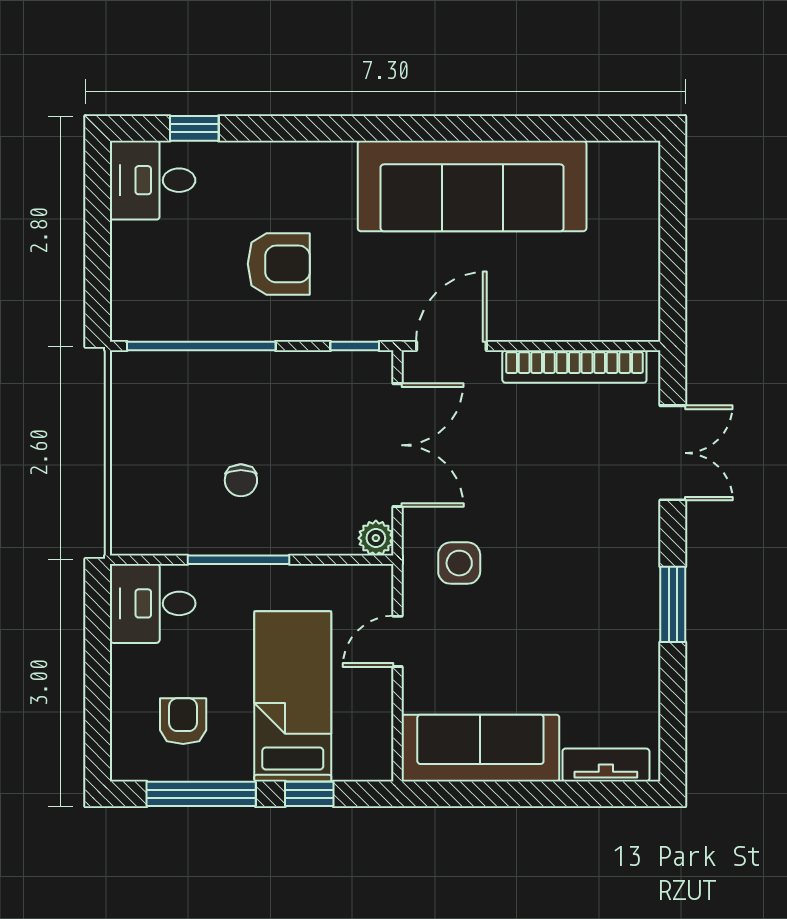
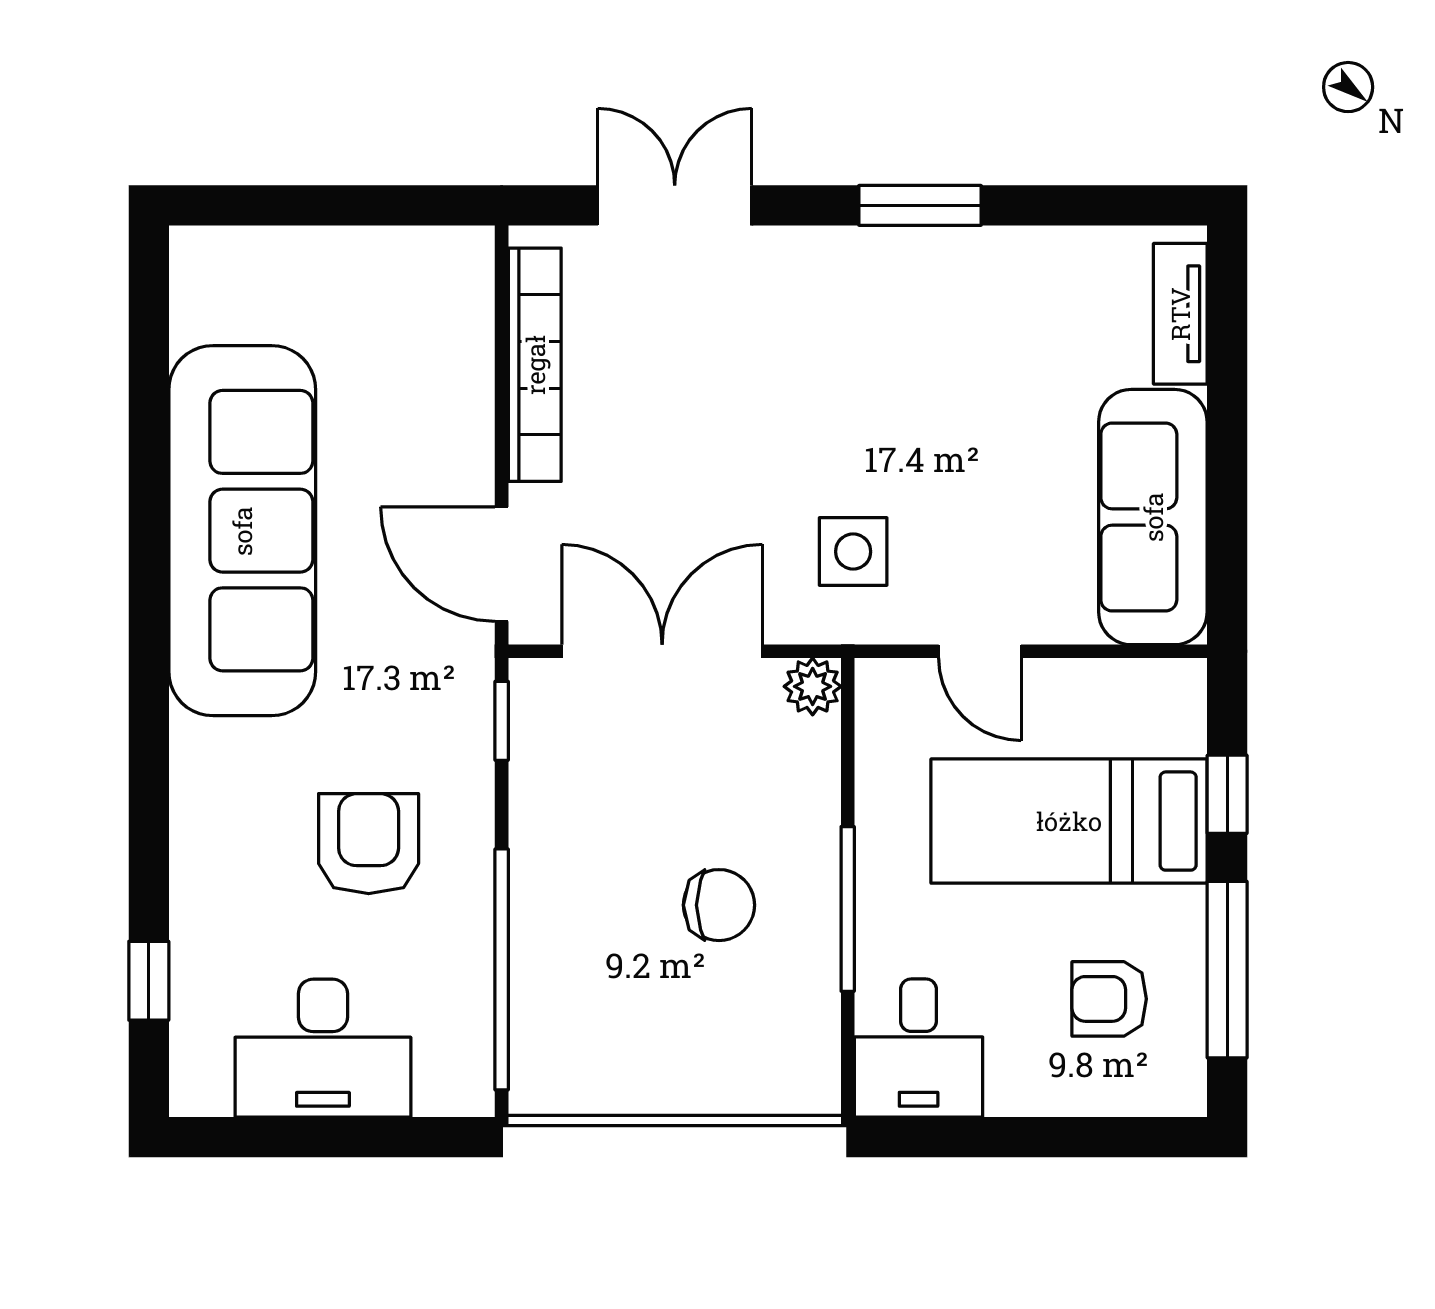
desk: (153, 180) -> (323, 1048), moved, width x1.37
chair: (241, 480) -> (719, 905), width x1.37, depth x1.37

